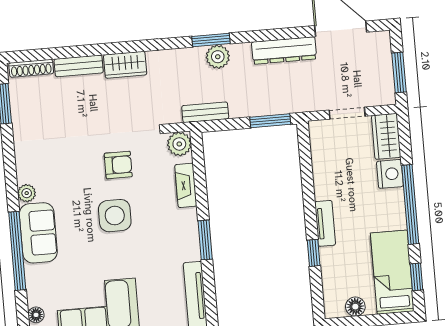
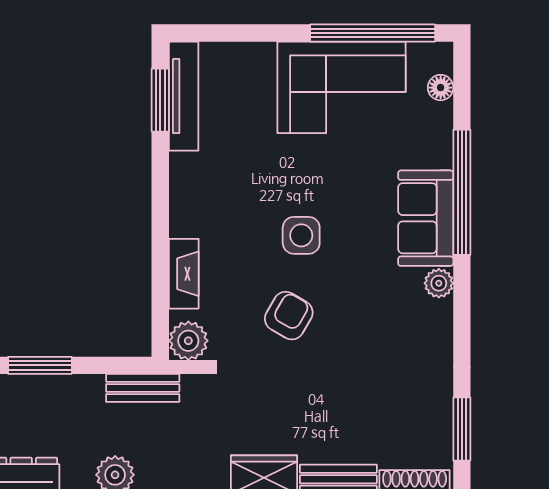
armchair: (118, 165) -> (289, 316), turned 120
side table: (115, 216) -> (301, 235), width x0.73, depth x0.73
window: (205, 240) -> (160, 100), moved

